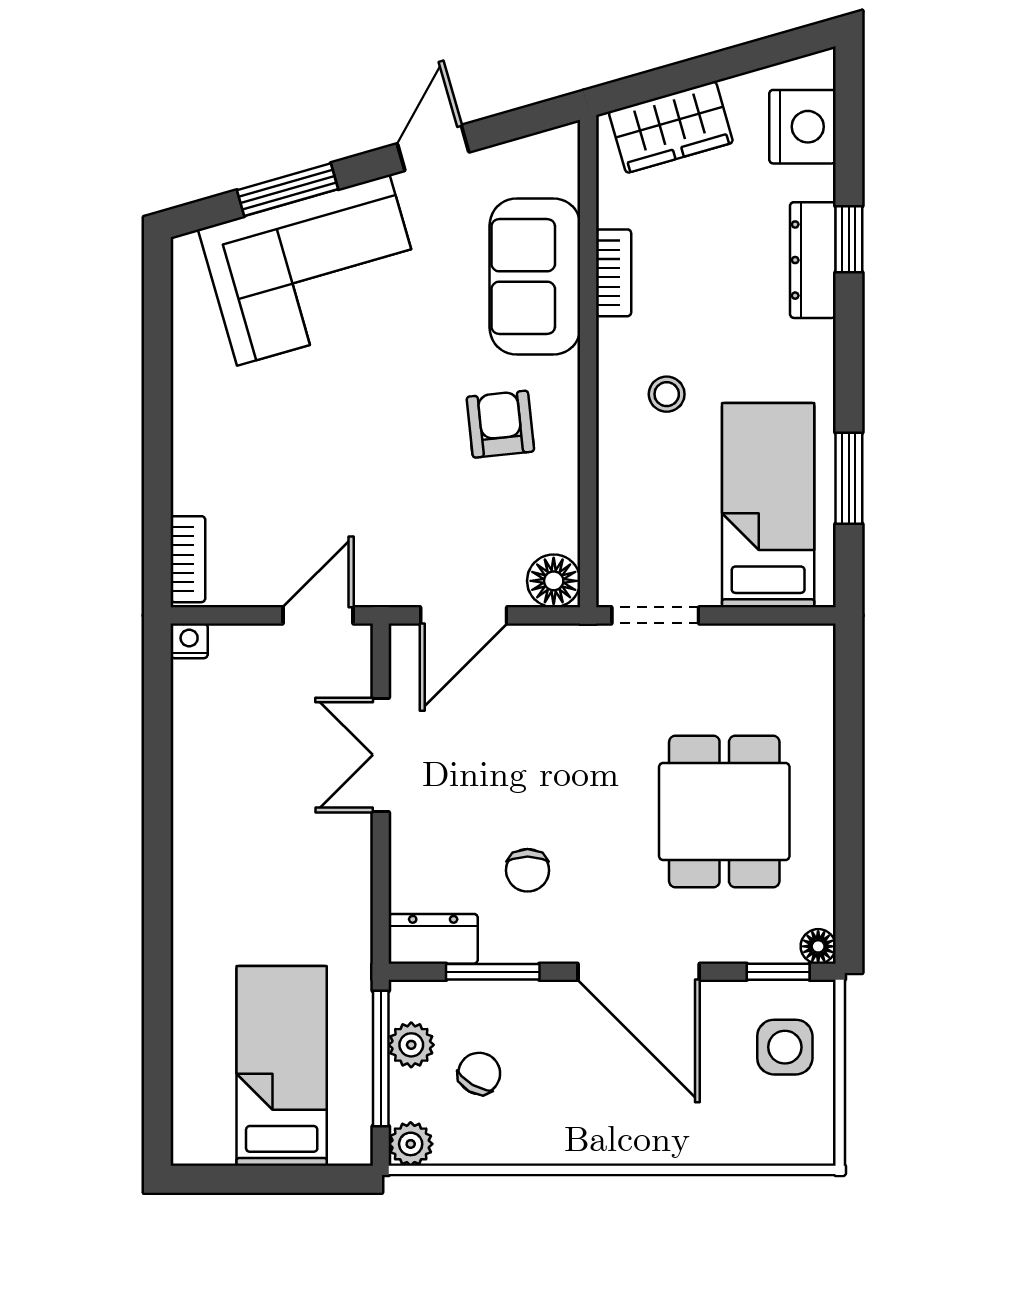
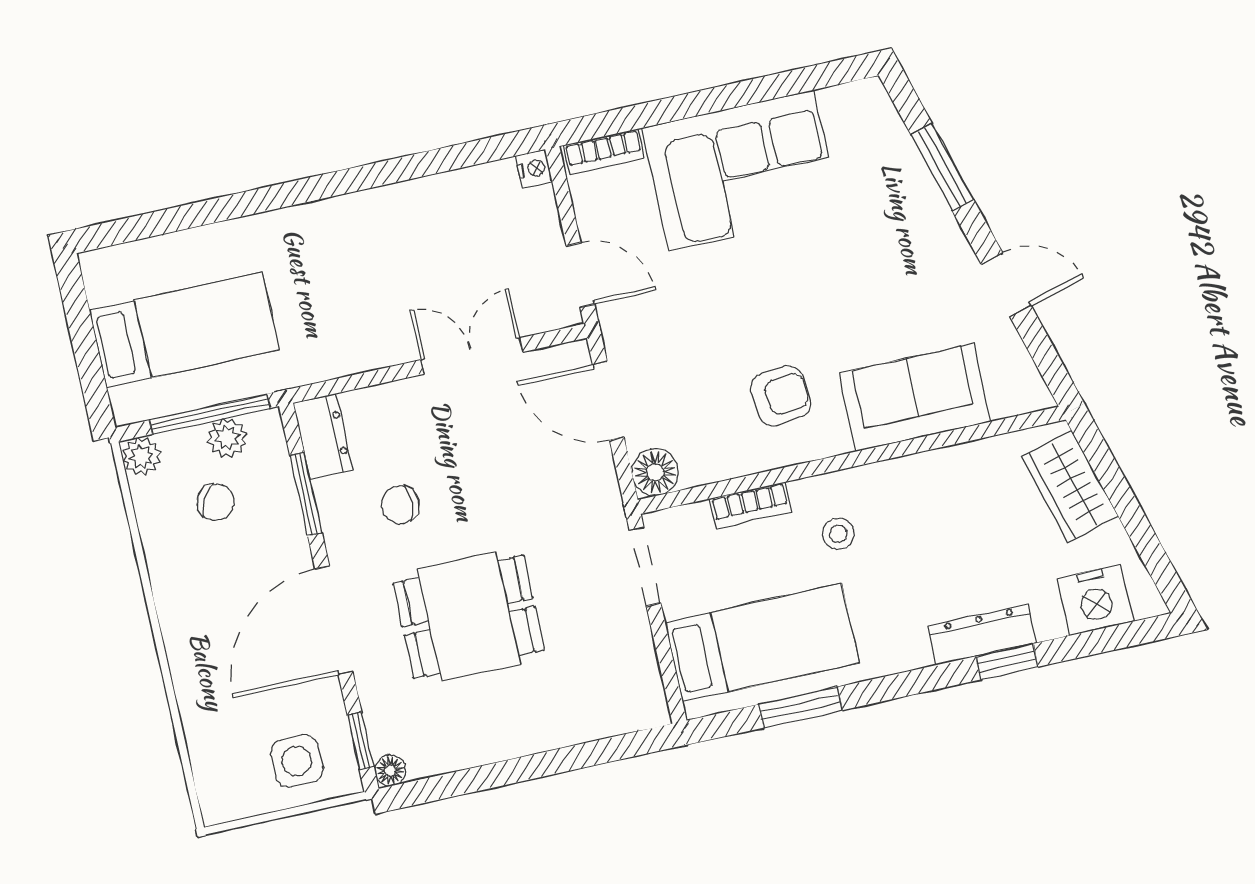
corner sofa: (313, 270) -> (741, 170), moved, turned -74
bookcase: (614, 273) -> (750, 505), moved
dining table: (724, 812) -> (469, 617), moved

